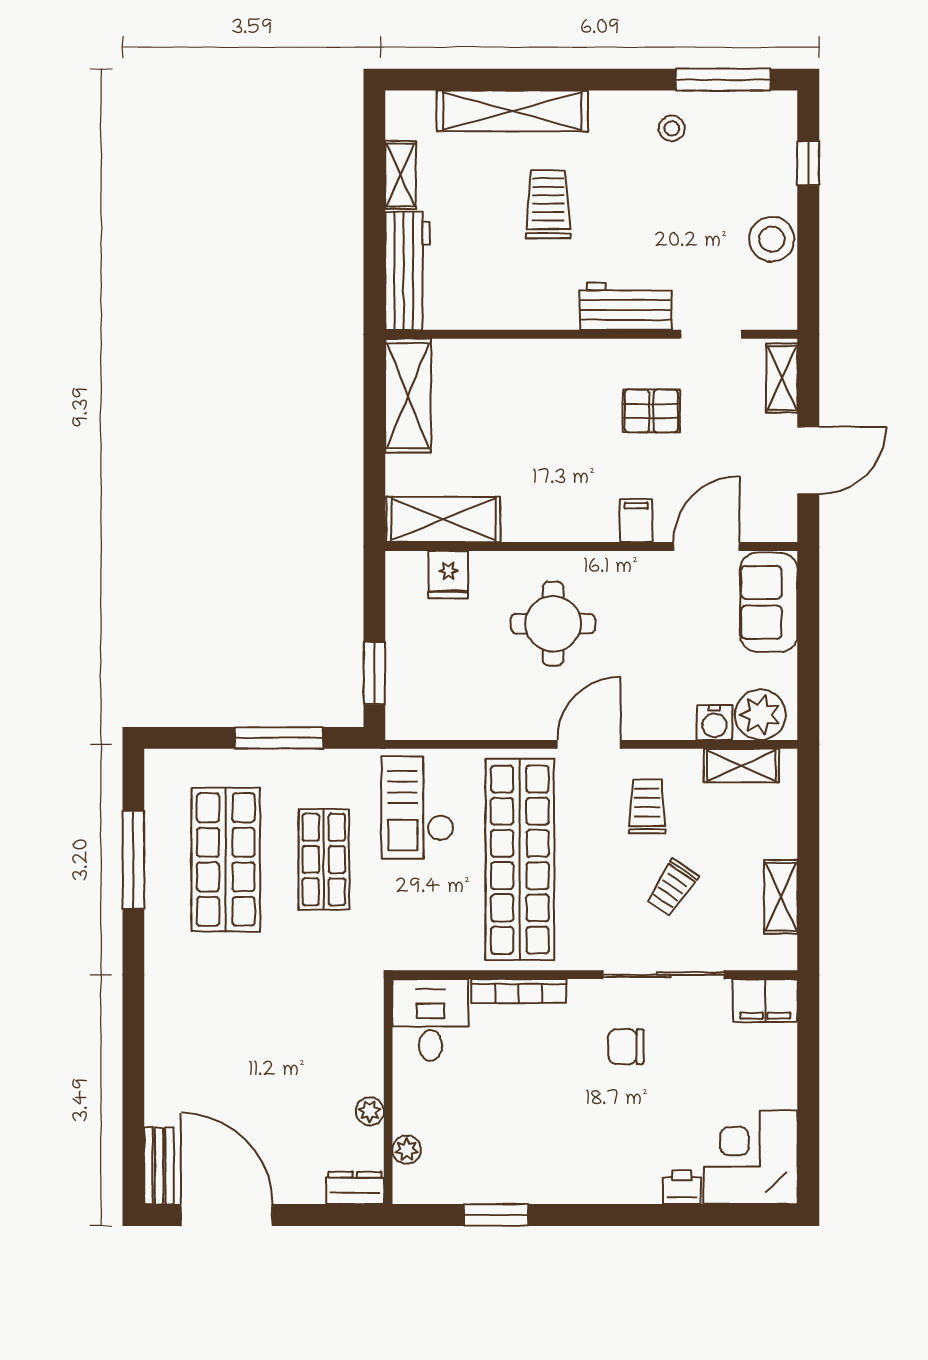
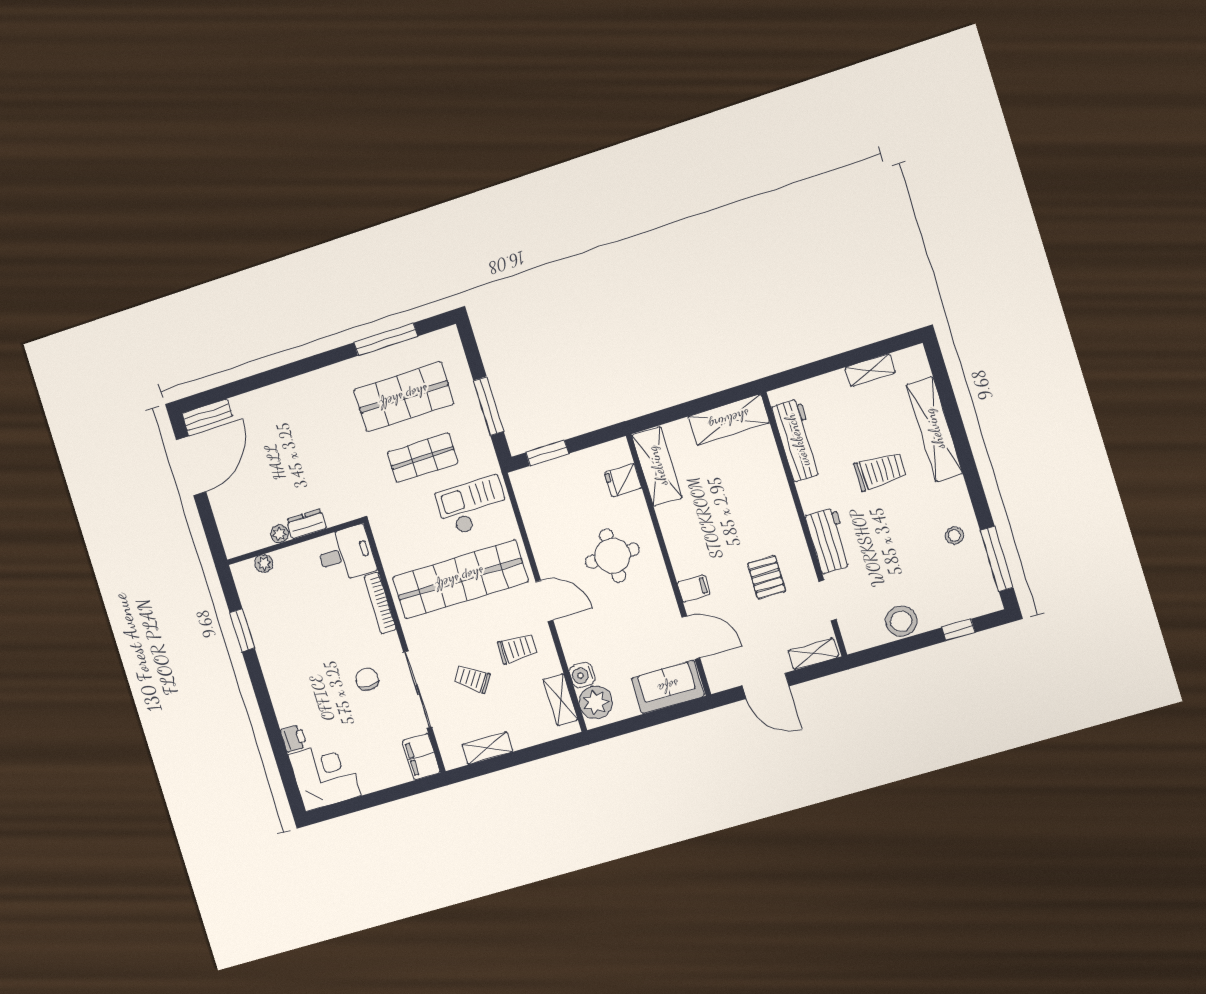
workbench: (407, 271) -> (797, 440), moved, turned -90
dresser: (355, 1188) -> (306, 524), moved, turned -90

